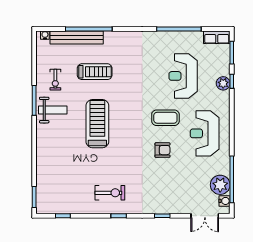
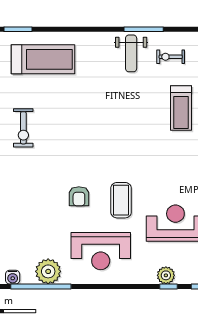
treadmill: (97, 124) -> (43, 59), moved
reception desk: (205, 133) -> (101, 251), turned 180
plant: (220, 185) -> (48, 271), moved

